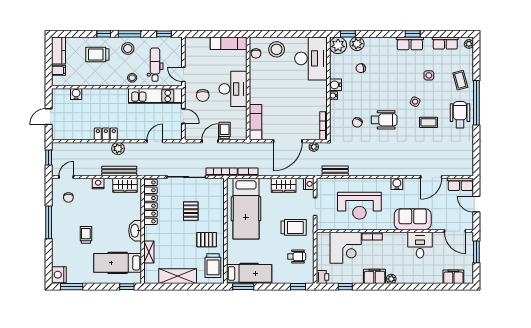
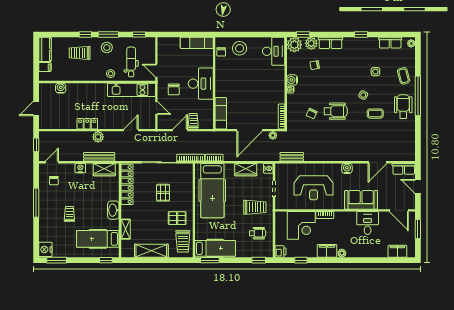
row of seats: (410, 43) -> (330, 43), moved
desk: (311, 58) -> (274, 51), width x0.73, depth x0.77

